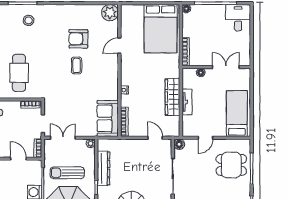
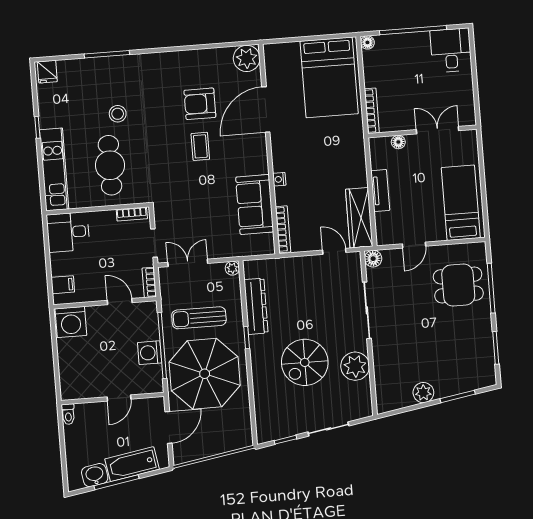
stool: (29, 20) -> (118, 114), moved
door: (119, 46) -> (266, 109), width x1.88
wardrobe: (172, 97) -> (359, 218), moved
sofa: (108, 118) -> (255, 204), moved

